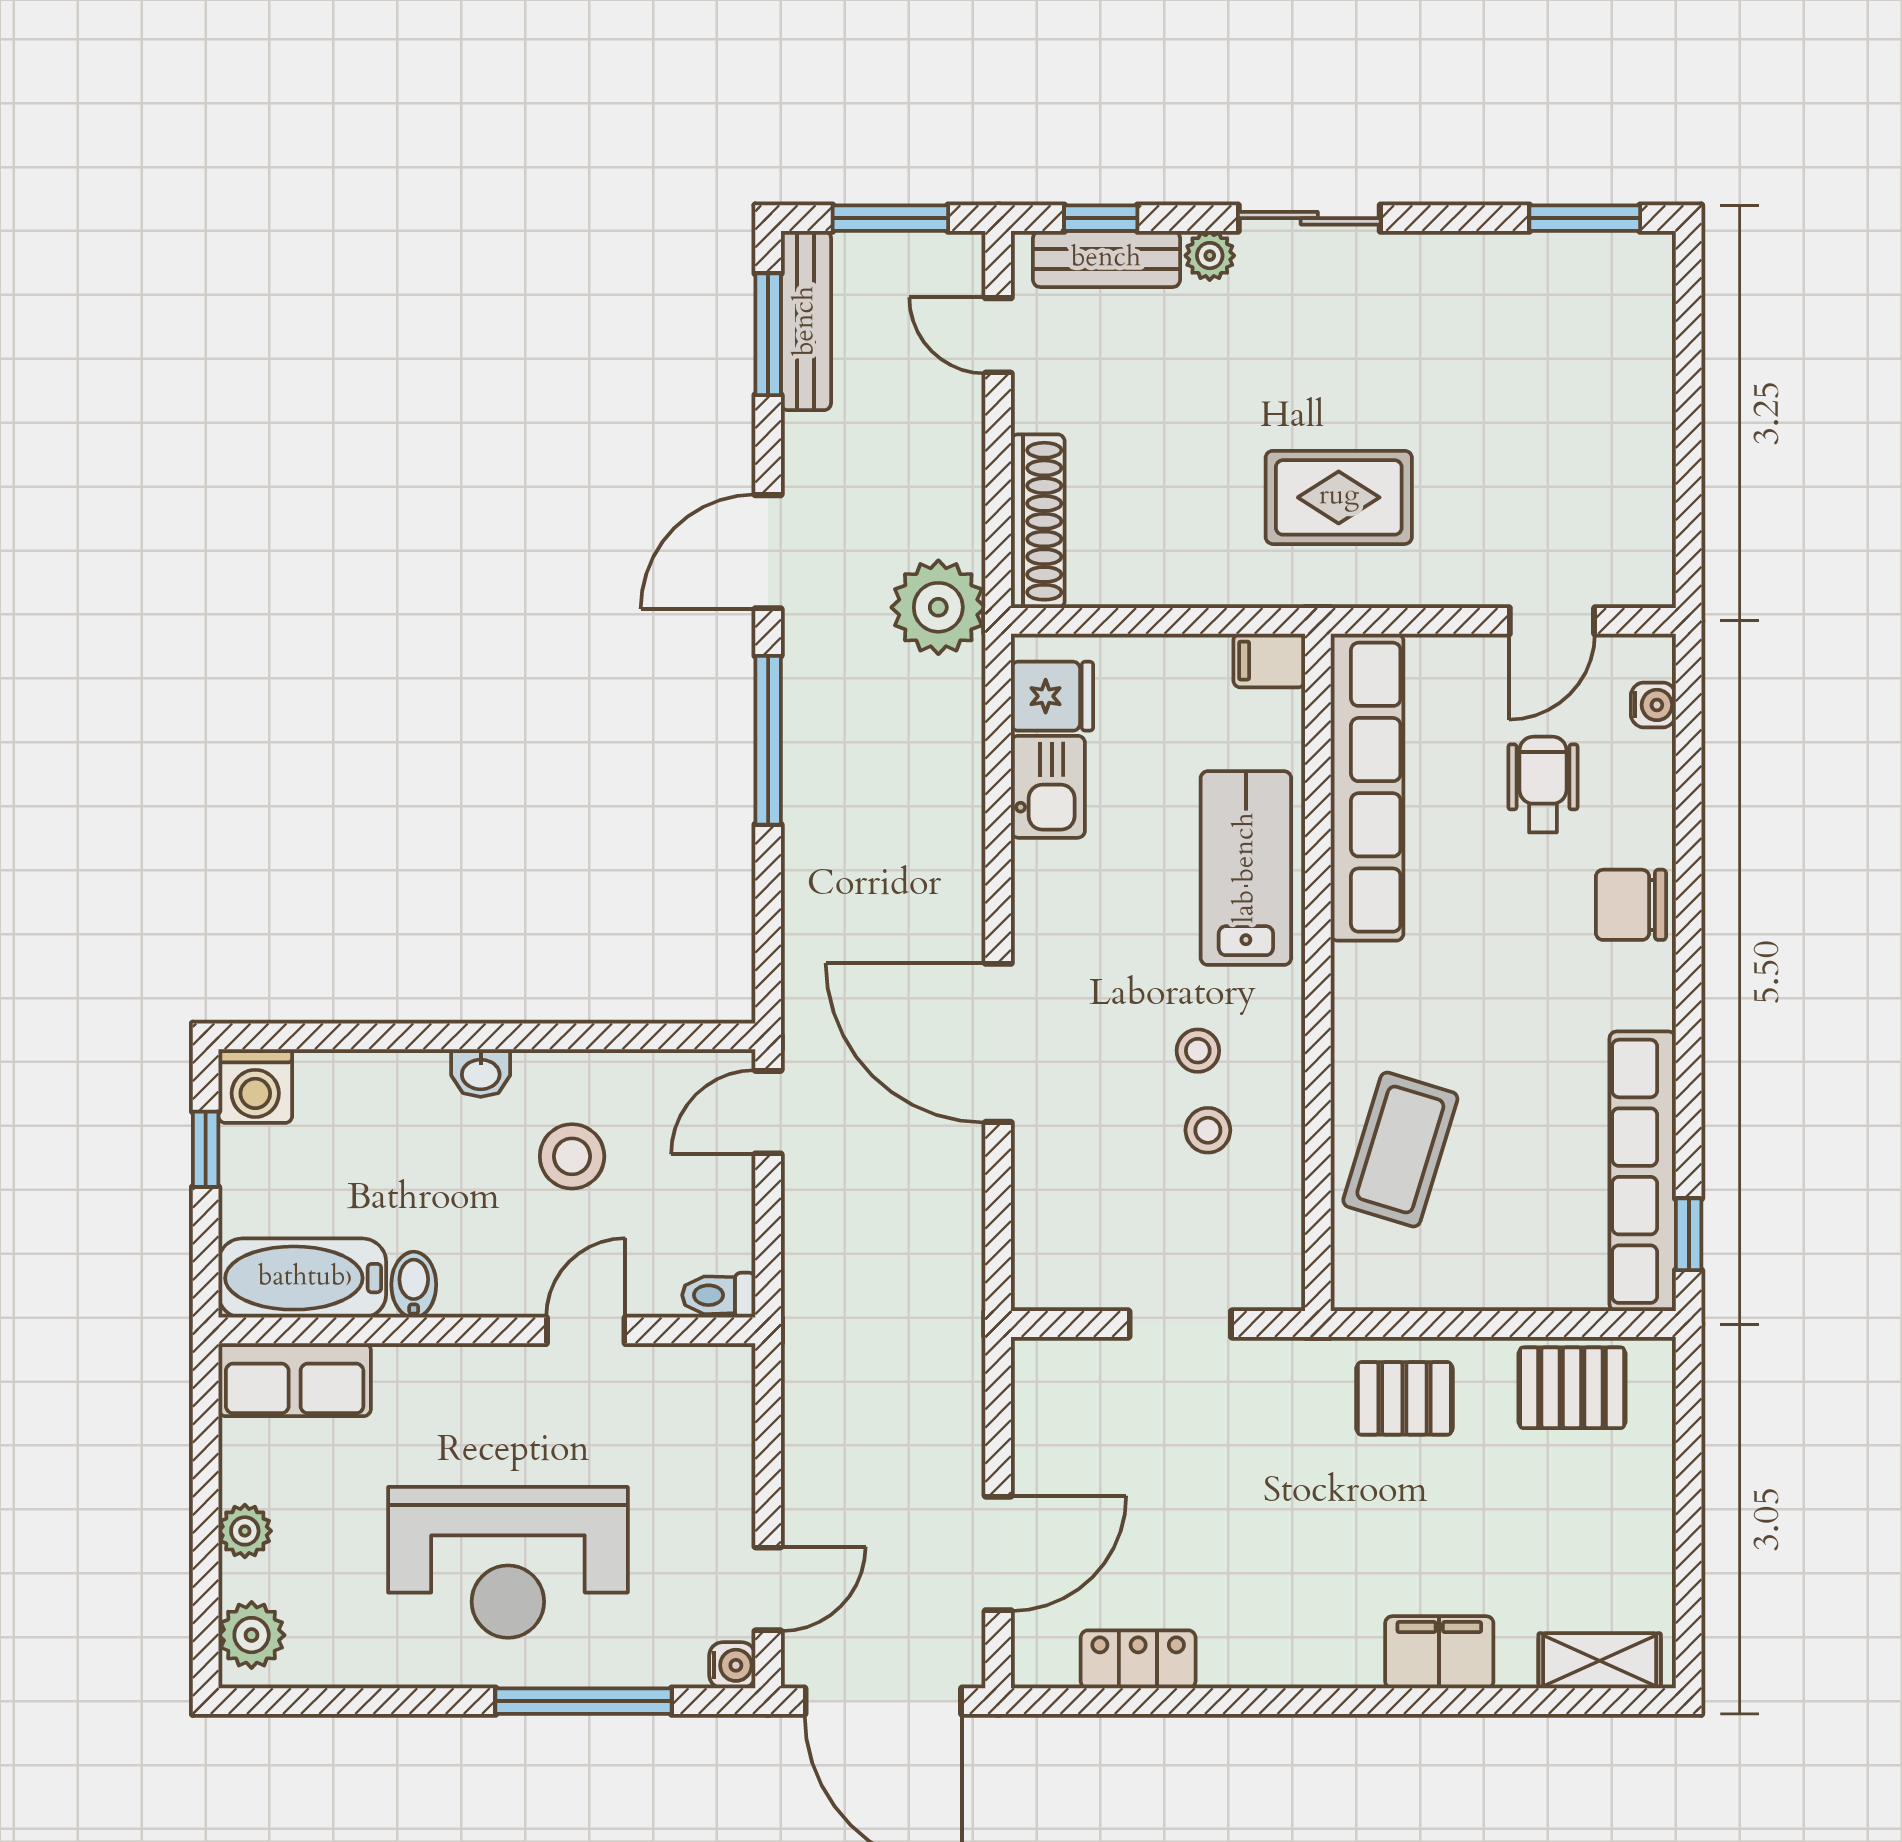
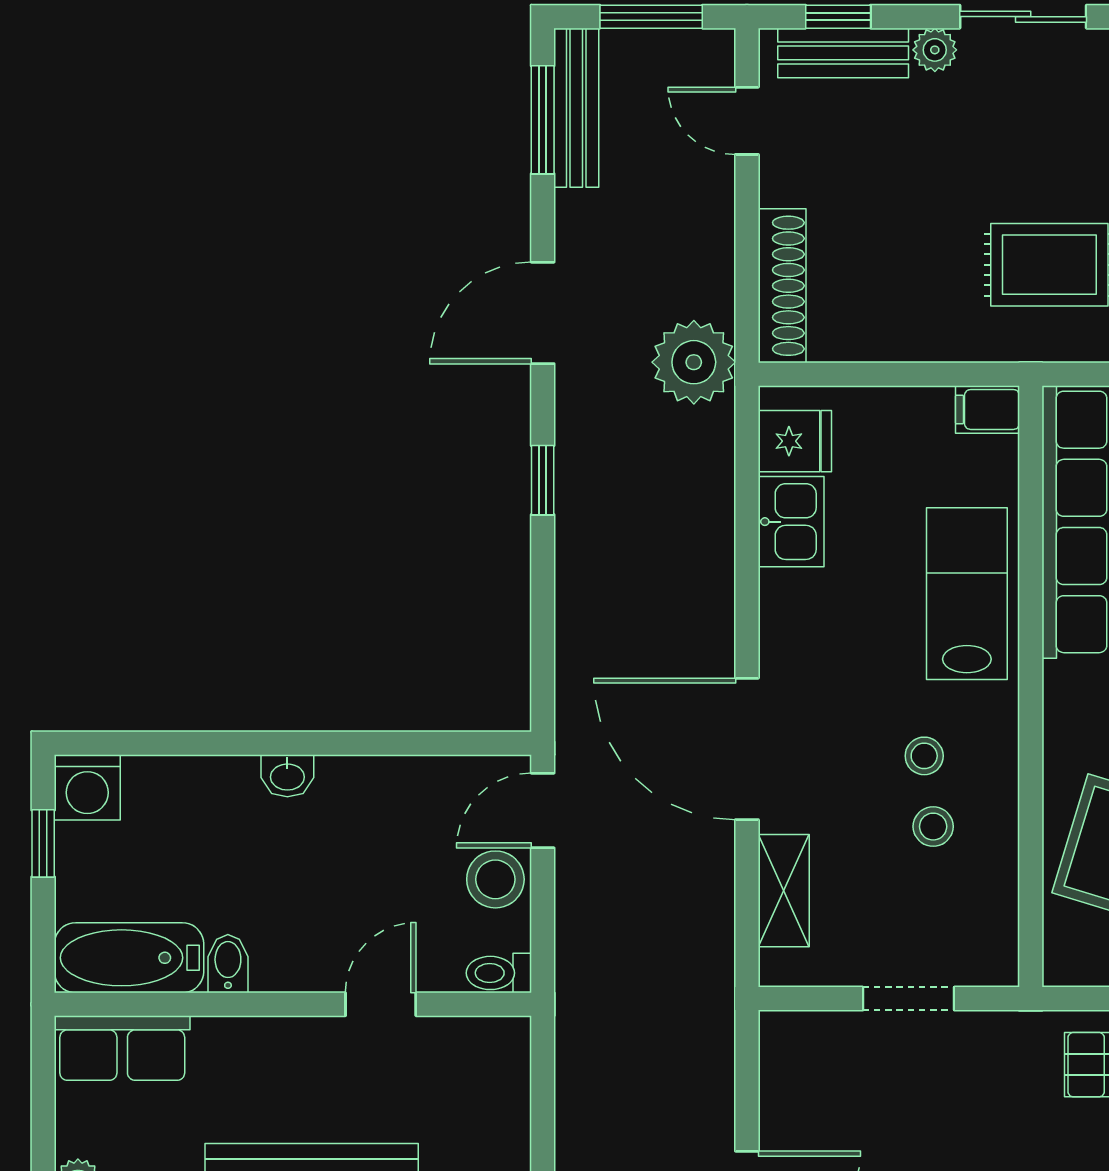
window: (768, 740) -> (543, 480), width x0.46
stool: (572, 1156) -> (495, 879), moved
shelving: (1040, 1202) -> (784, 891), added

